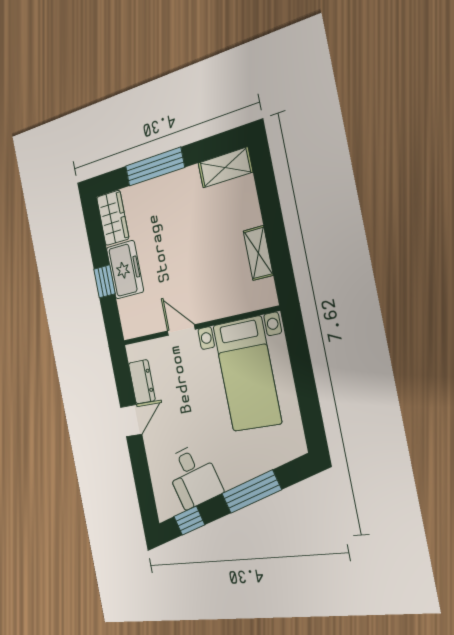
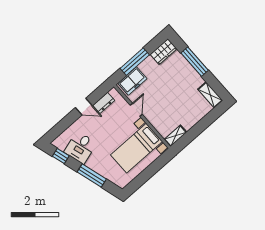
shelving: (258, 253) -> (176, 136), moved
freezer: (125, 270) -> (132, 81), moved
window: (104, 281) -> (135, 62), width x2.17

